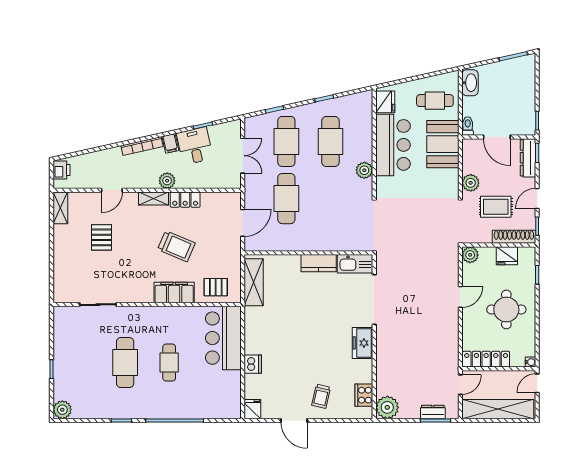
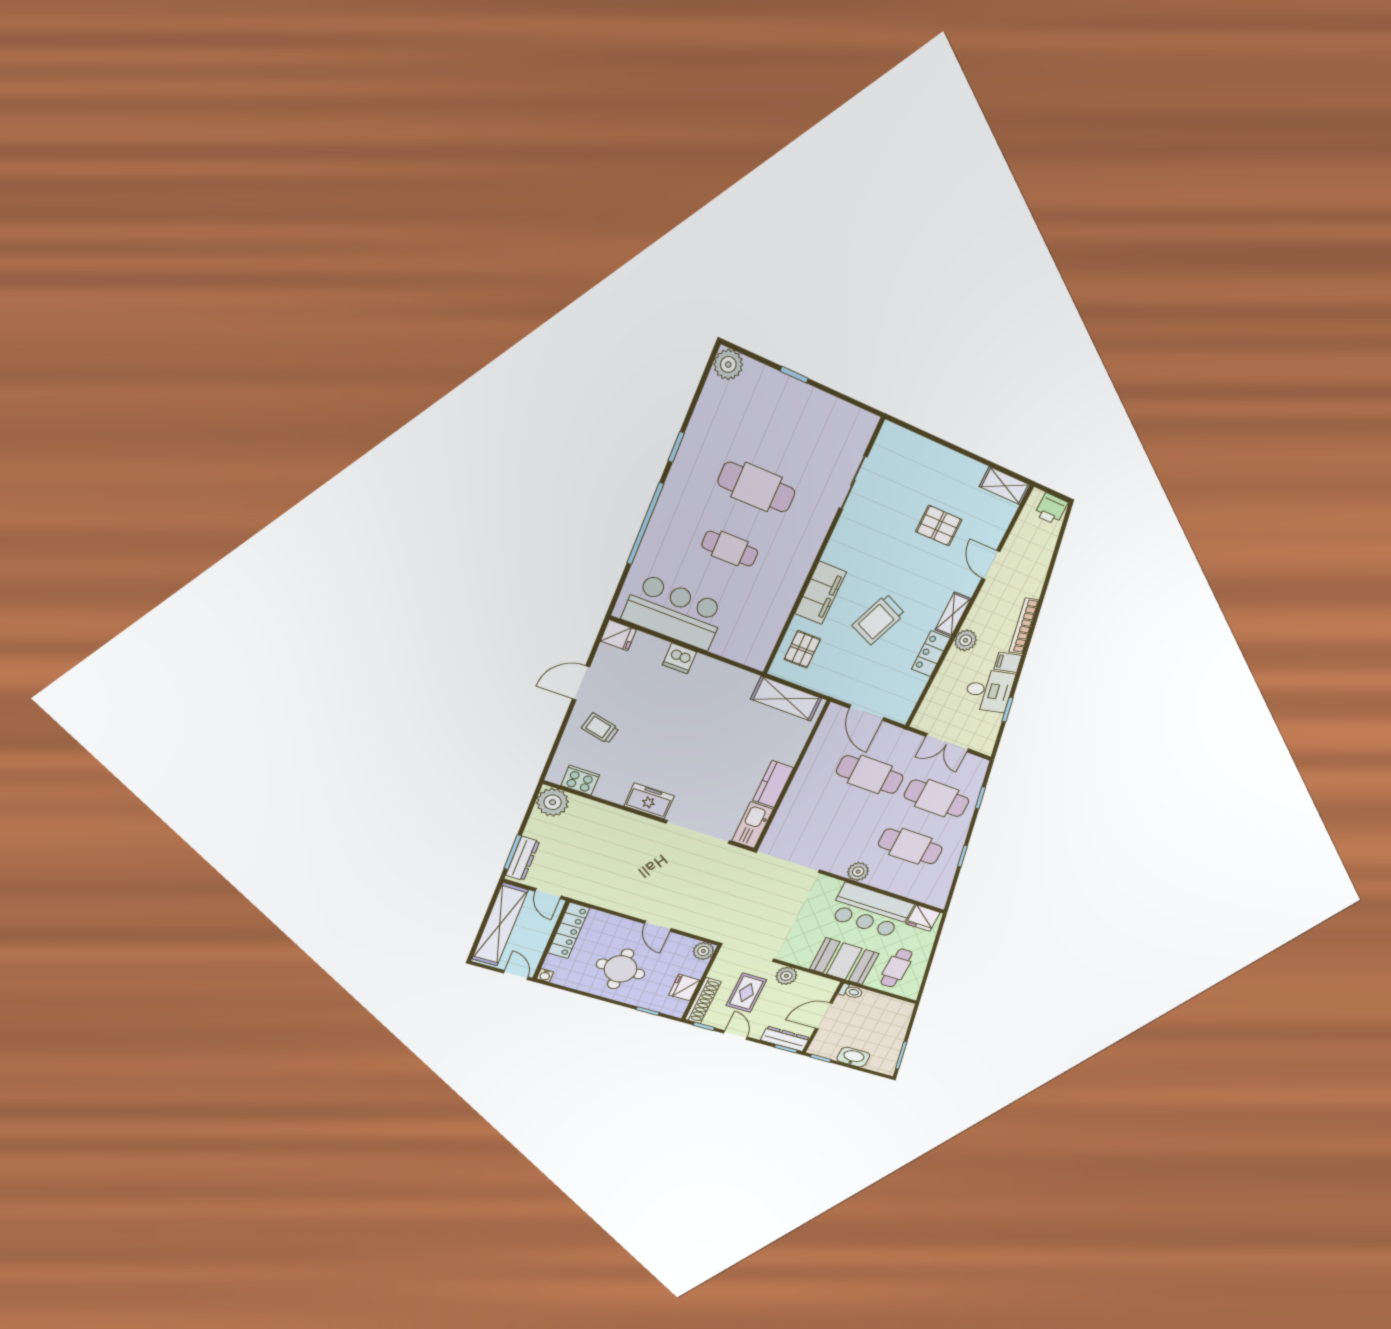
washbasin: (470, 83) -> (853, 1057), moved, turned 180
bar counter: (223, 338) -> (674, 612), moved
dresser: (433, 412) -> (523, 858), width x1.44

